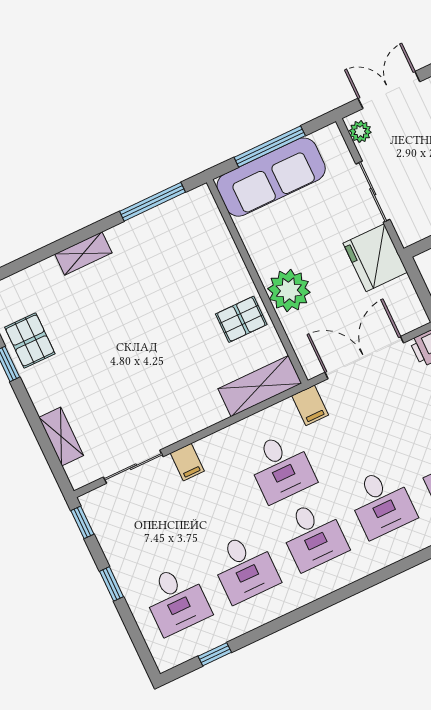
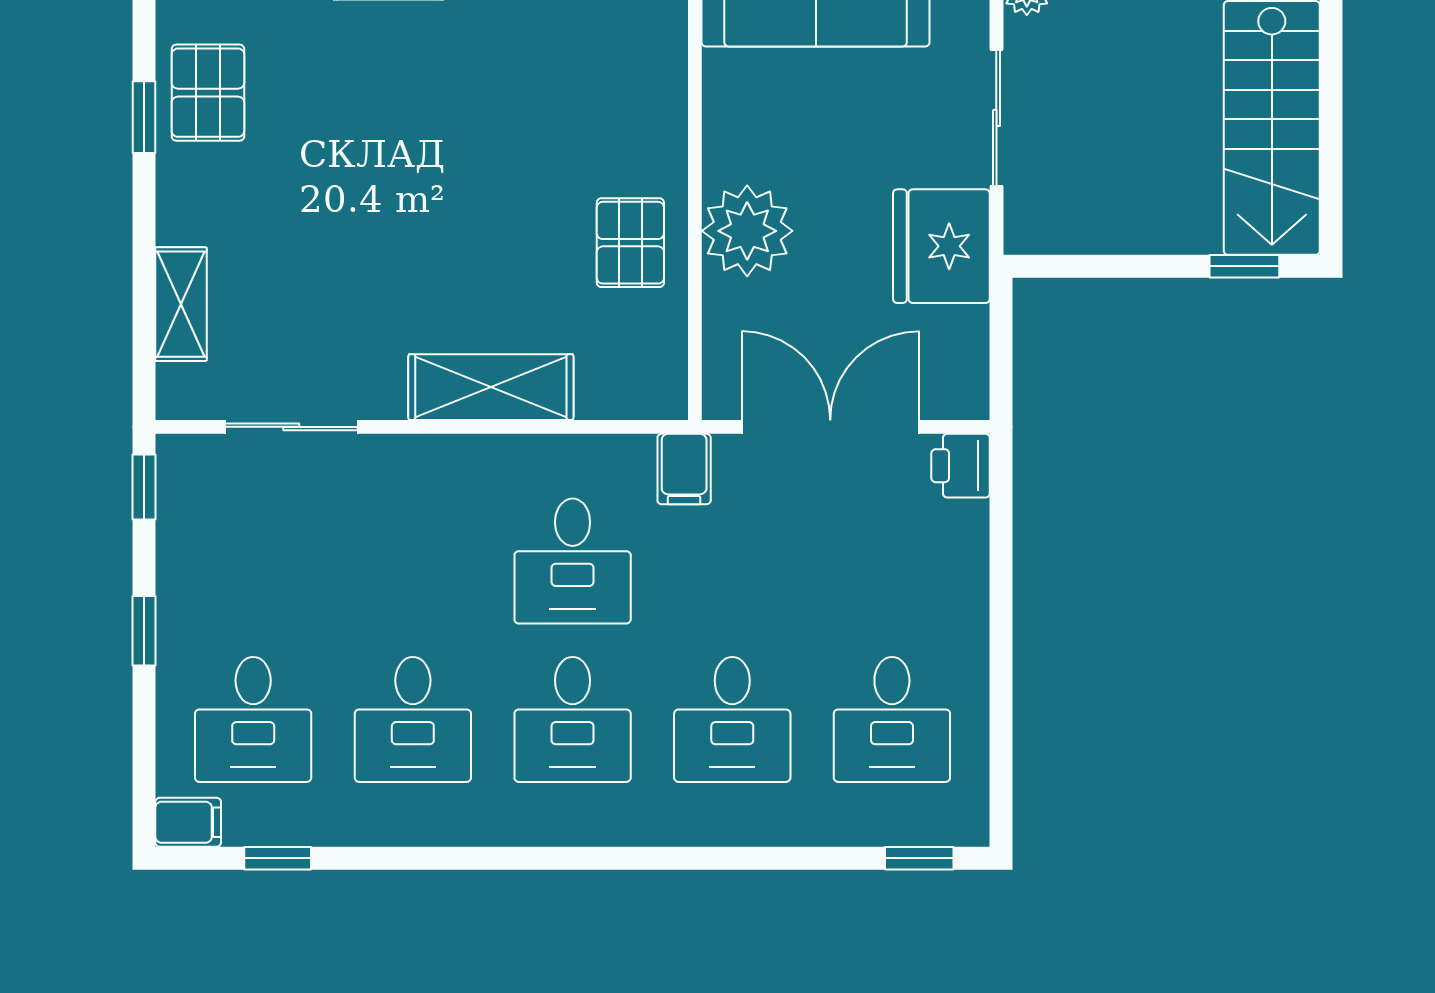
pallet: (241, 319) -> (630, 243), turned 90
shelving: (260, 386) -> (491, 387), moved
filing cabinet: (187, 462) -> (188, 822), moved, turned -90

